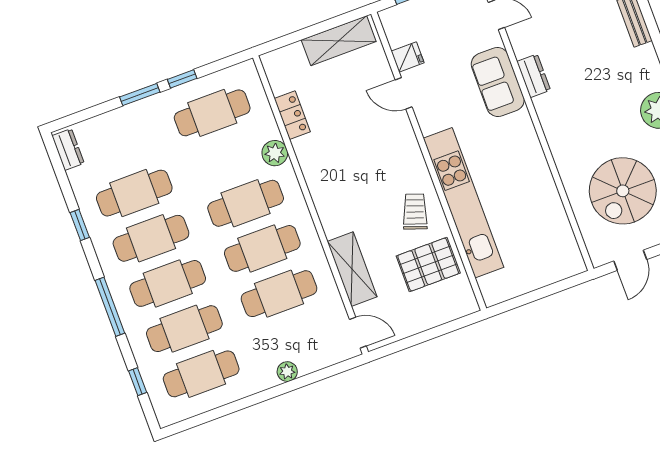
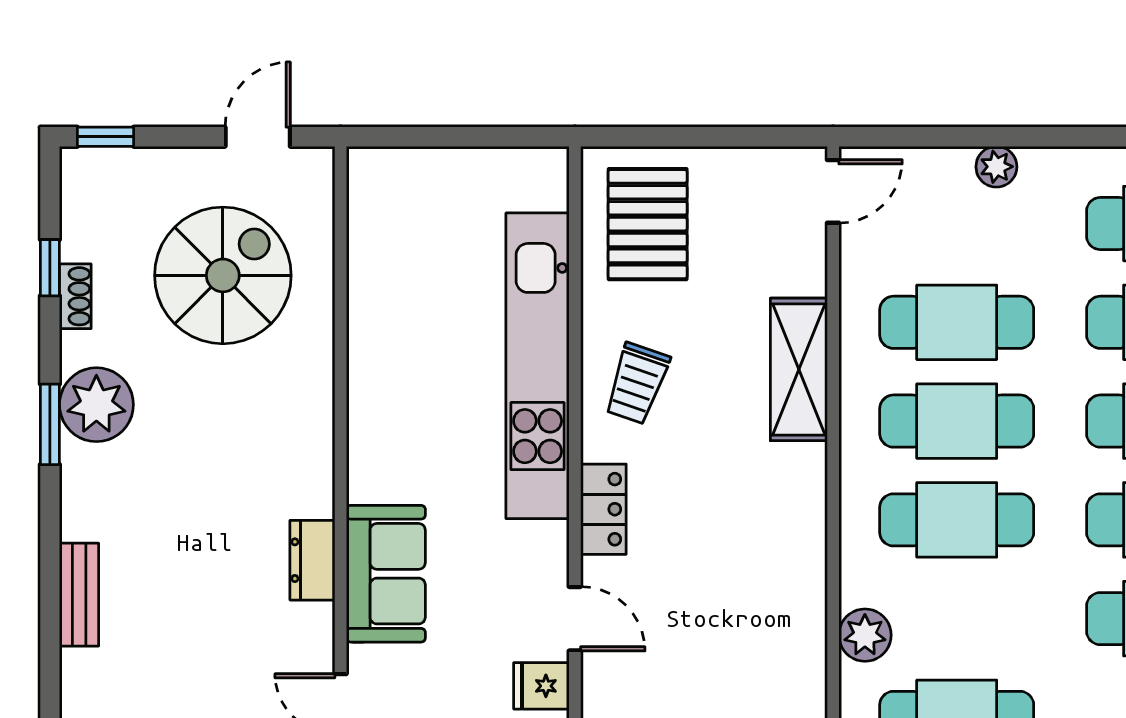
locker: (292, 115) -> (603, 509), moved, turned 180
plant: (275, 153) -> (865, 635), moved
pallet: (428, 265) -> (648, 224), moved, turned 90
shelving: (352, 269) -> (799, 369), moved
door: (358, 333) -> (833, 191), swing flipped

